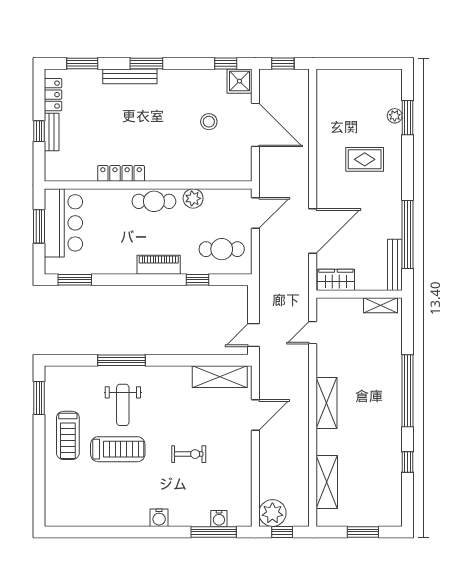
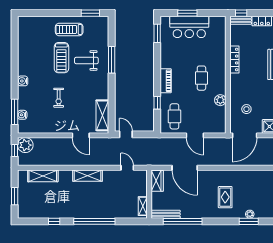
locker: (121, 173) -> (234, 59), moved
wall: (148, 185) -> (228, 75), moved
plant: (193, 198) -> (220, 100), moved

